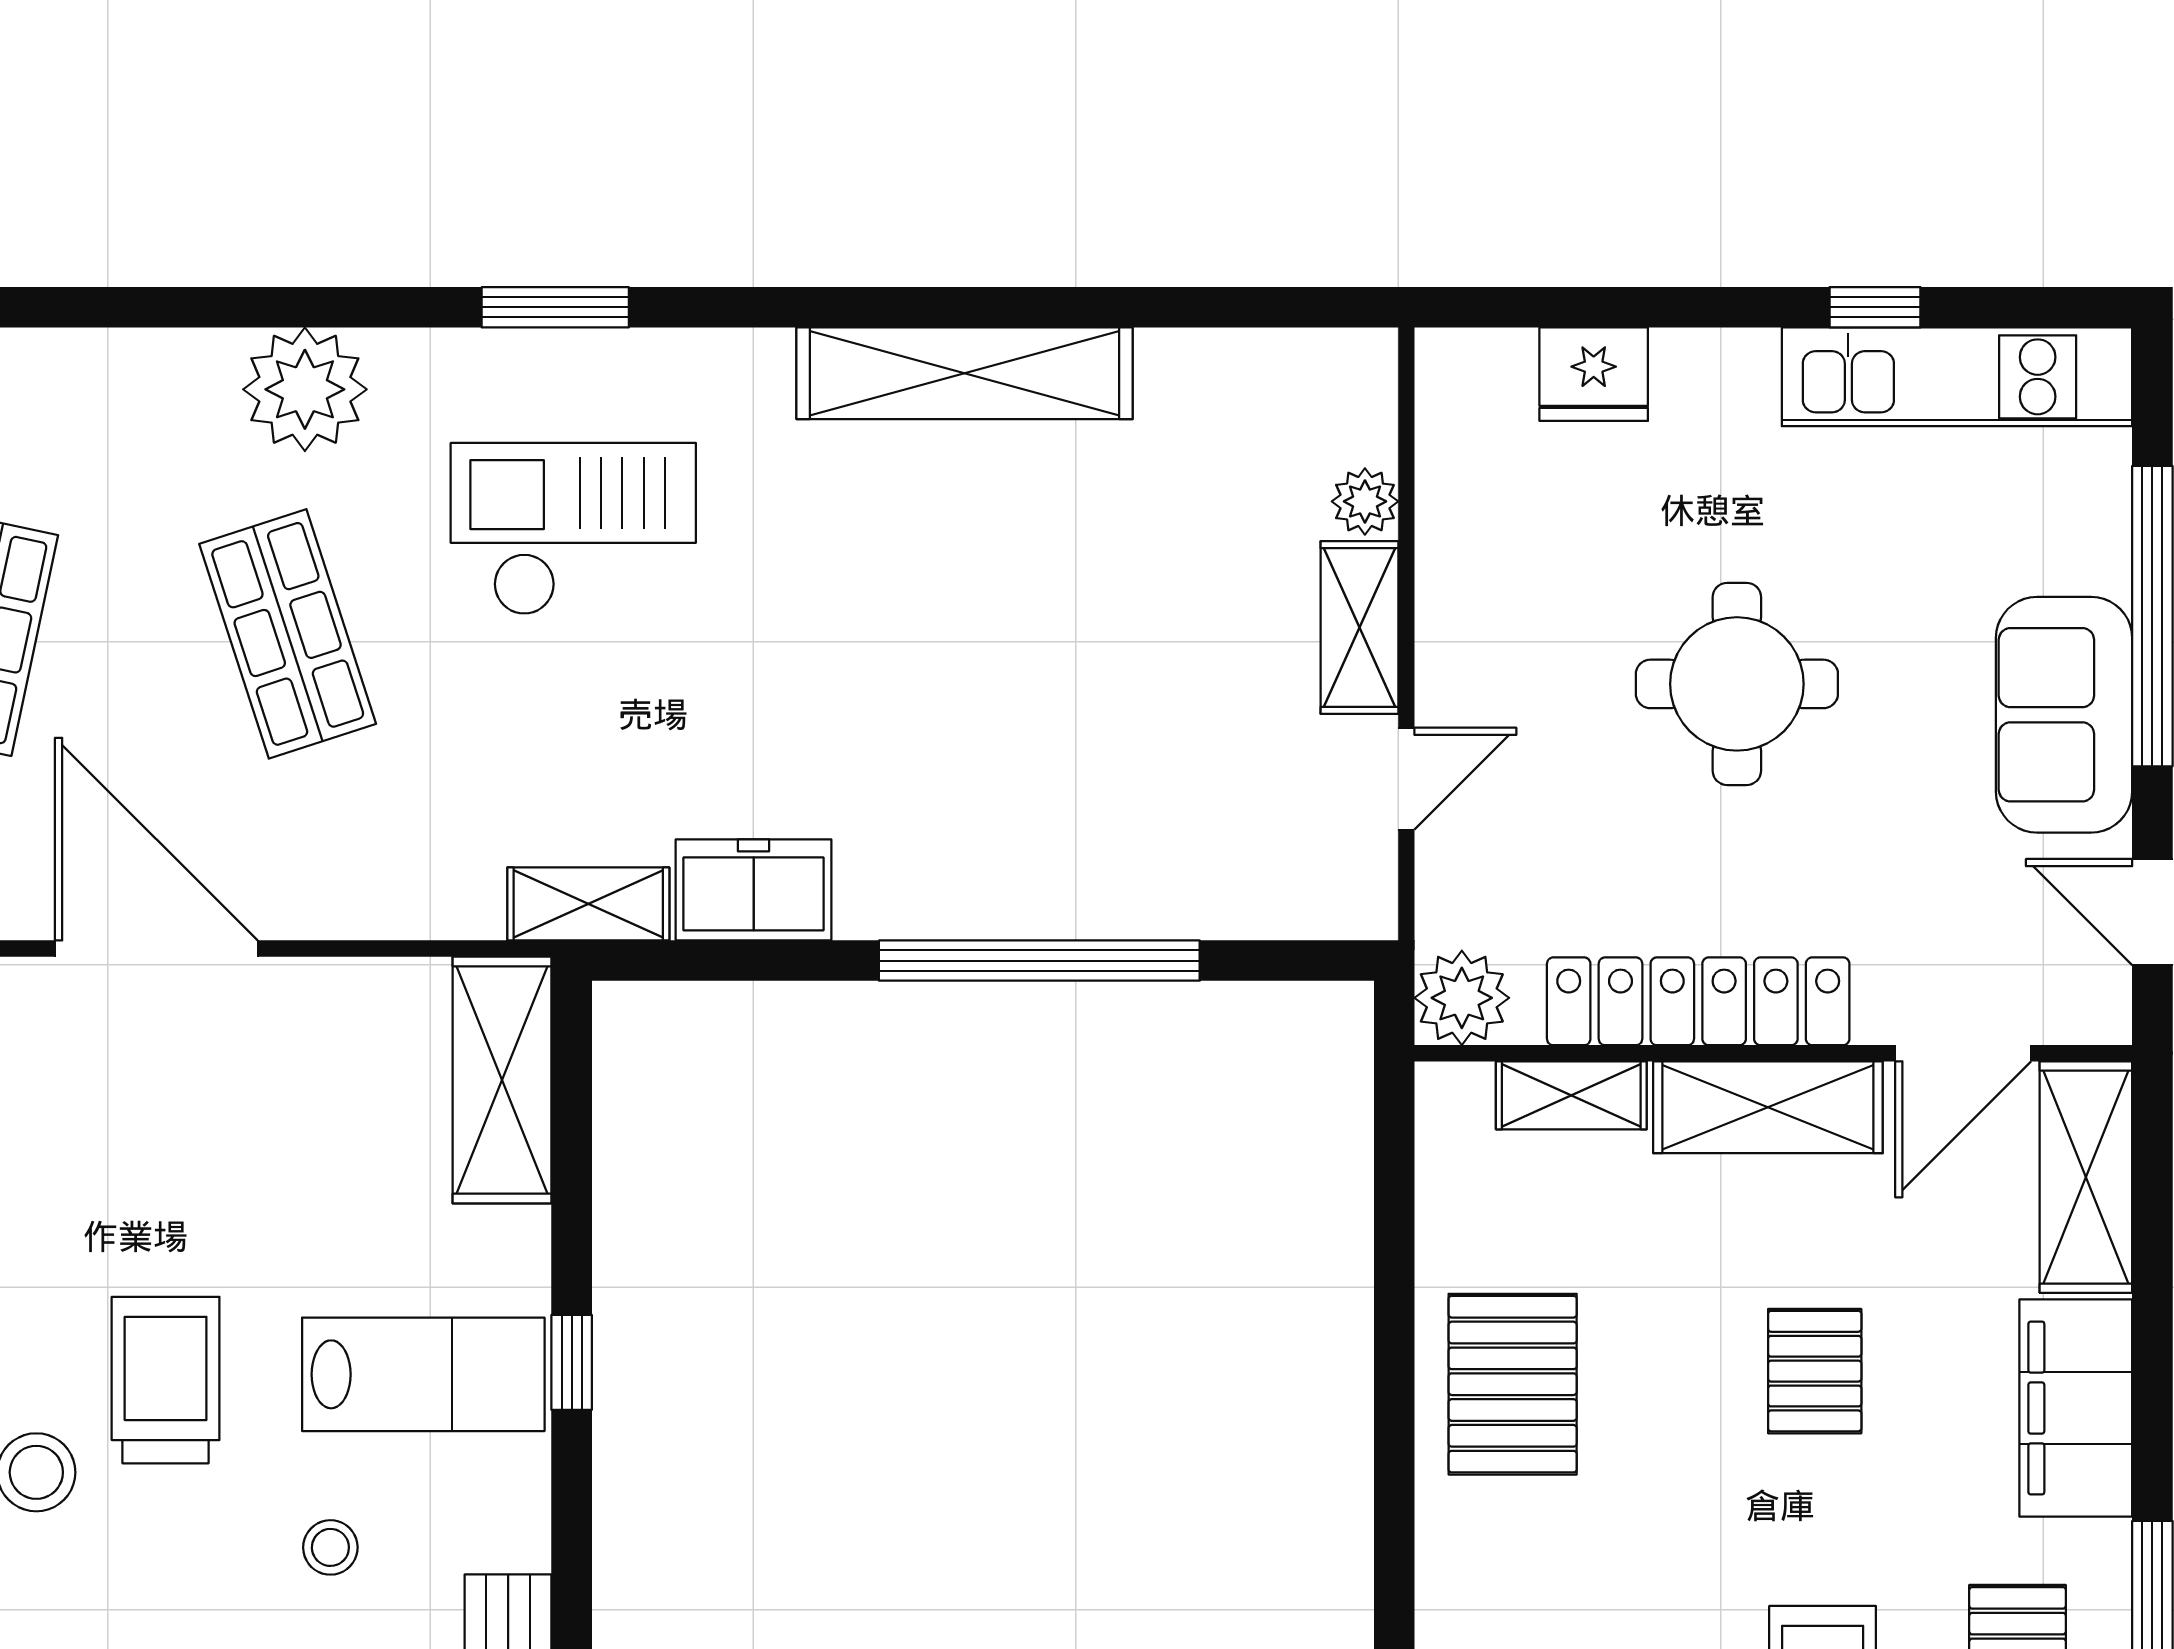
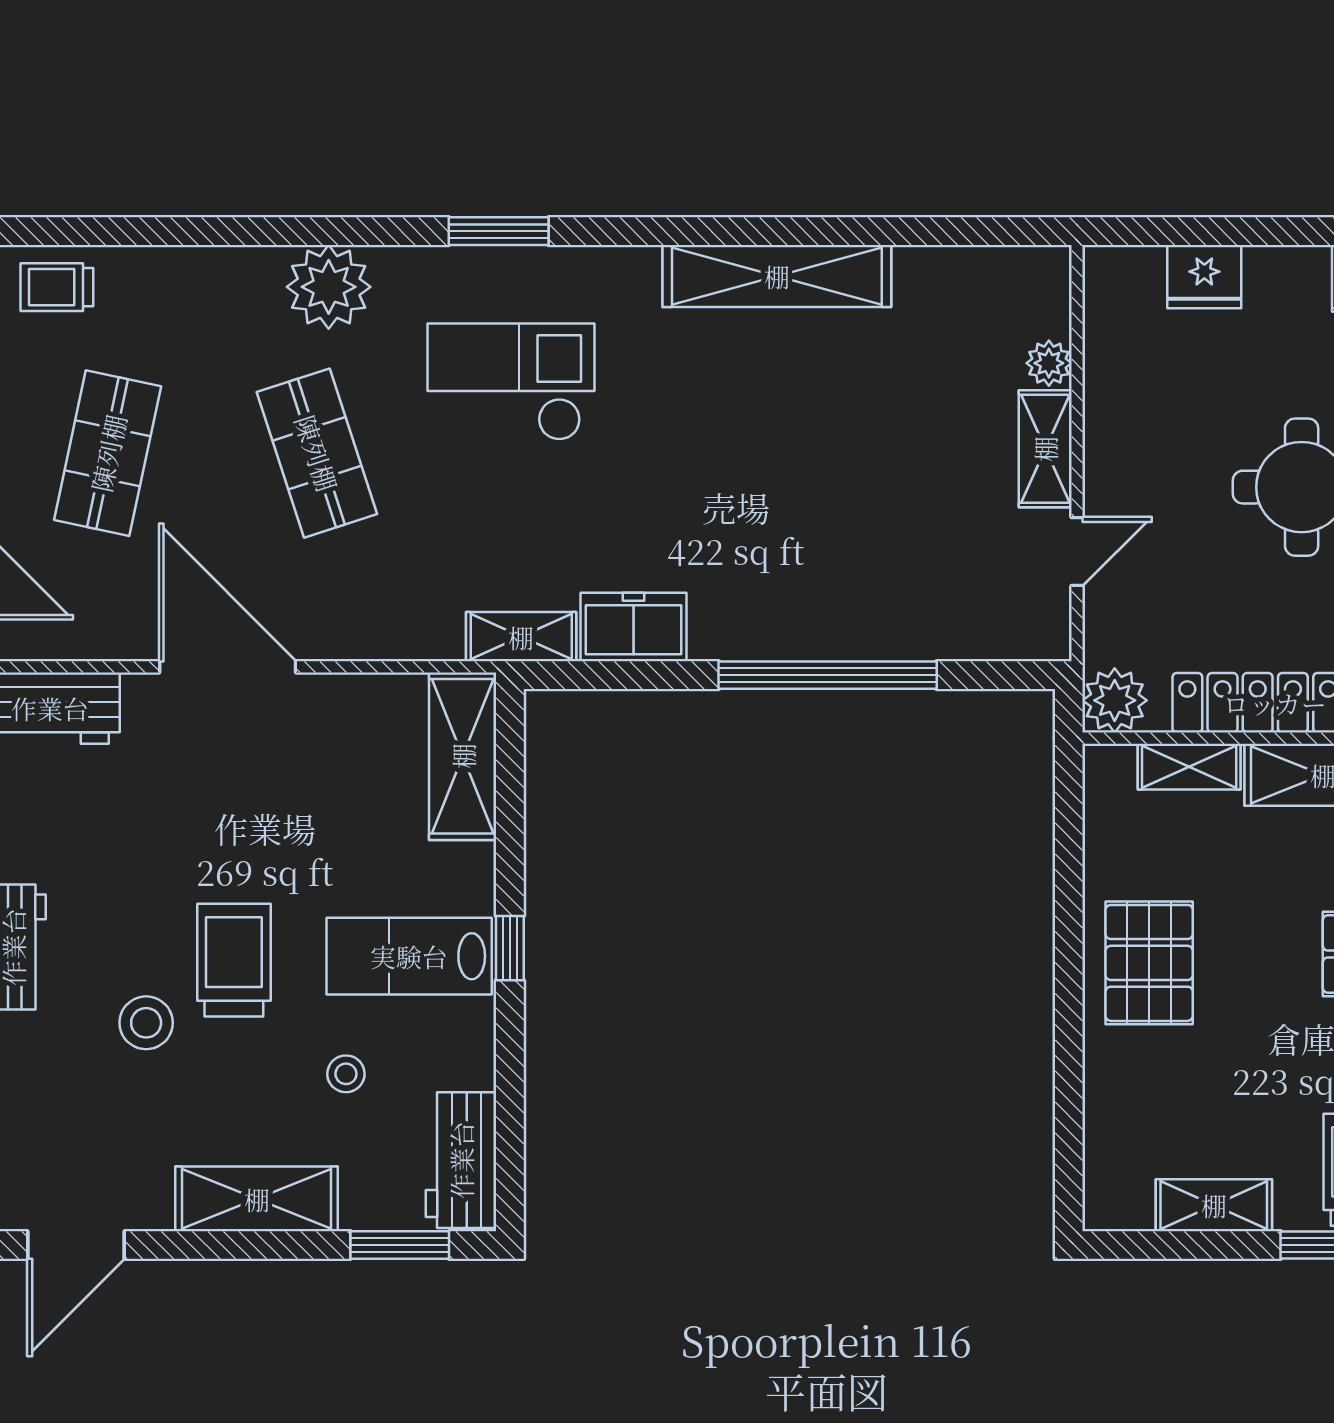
lab bench: (423, 1374) -> (409, 956), turned 180

